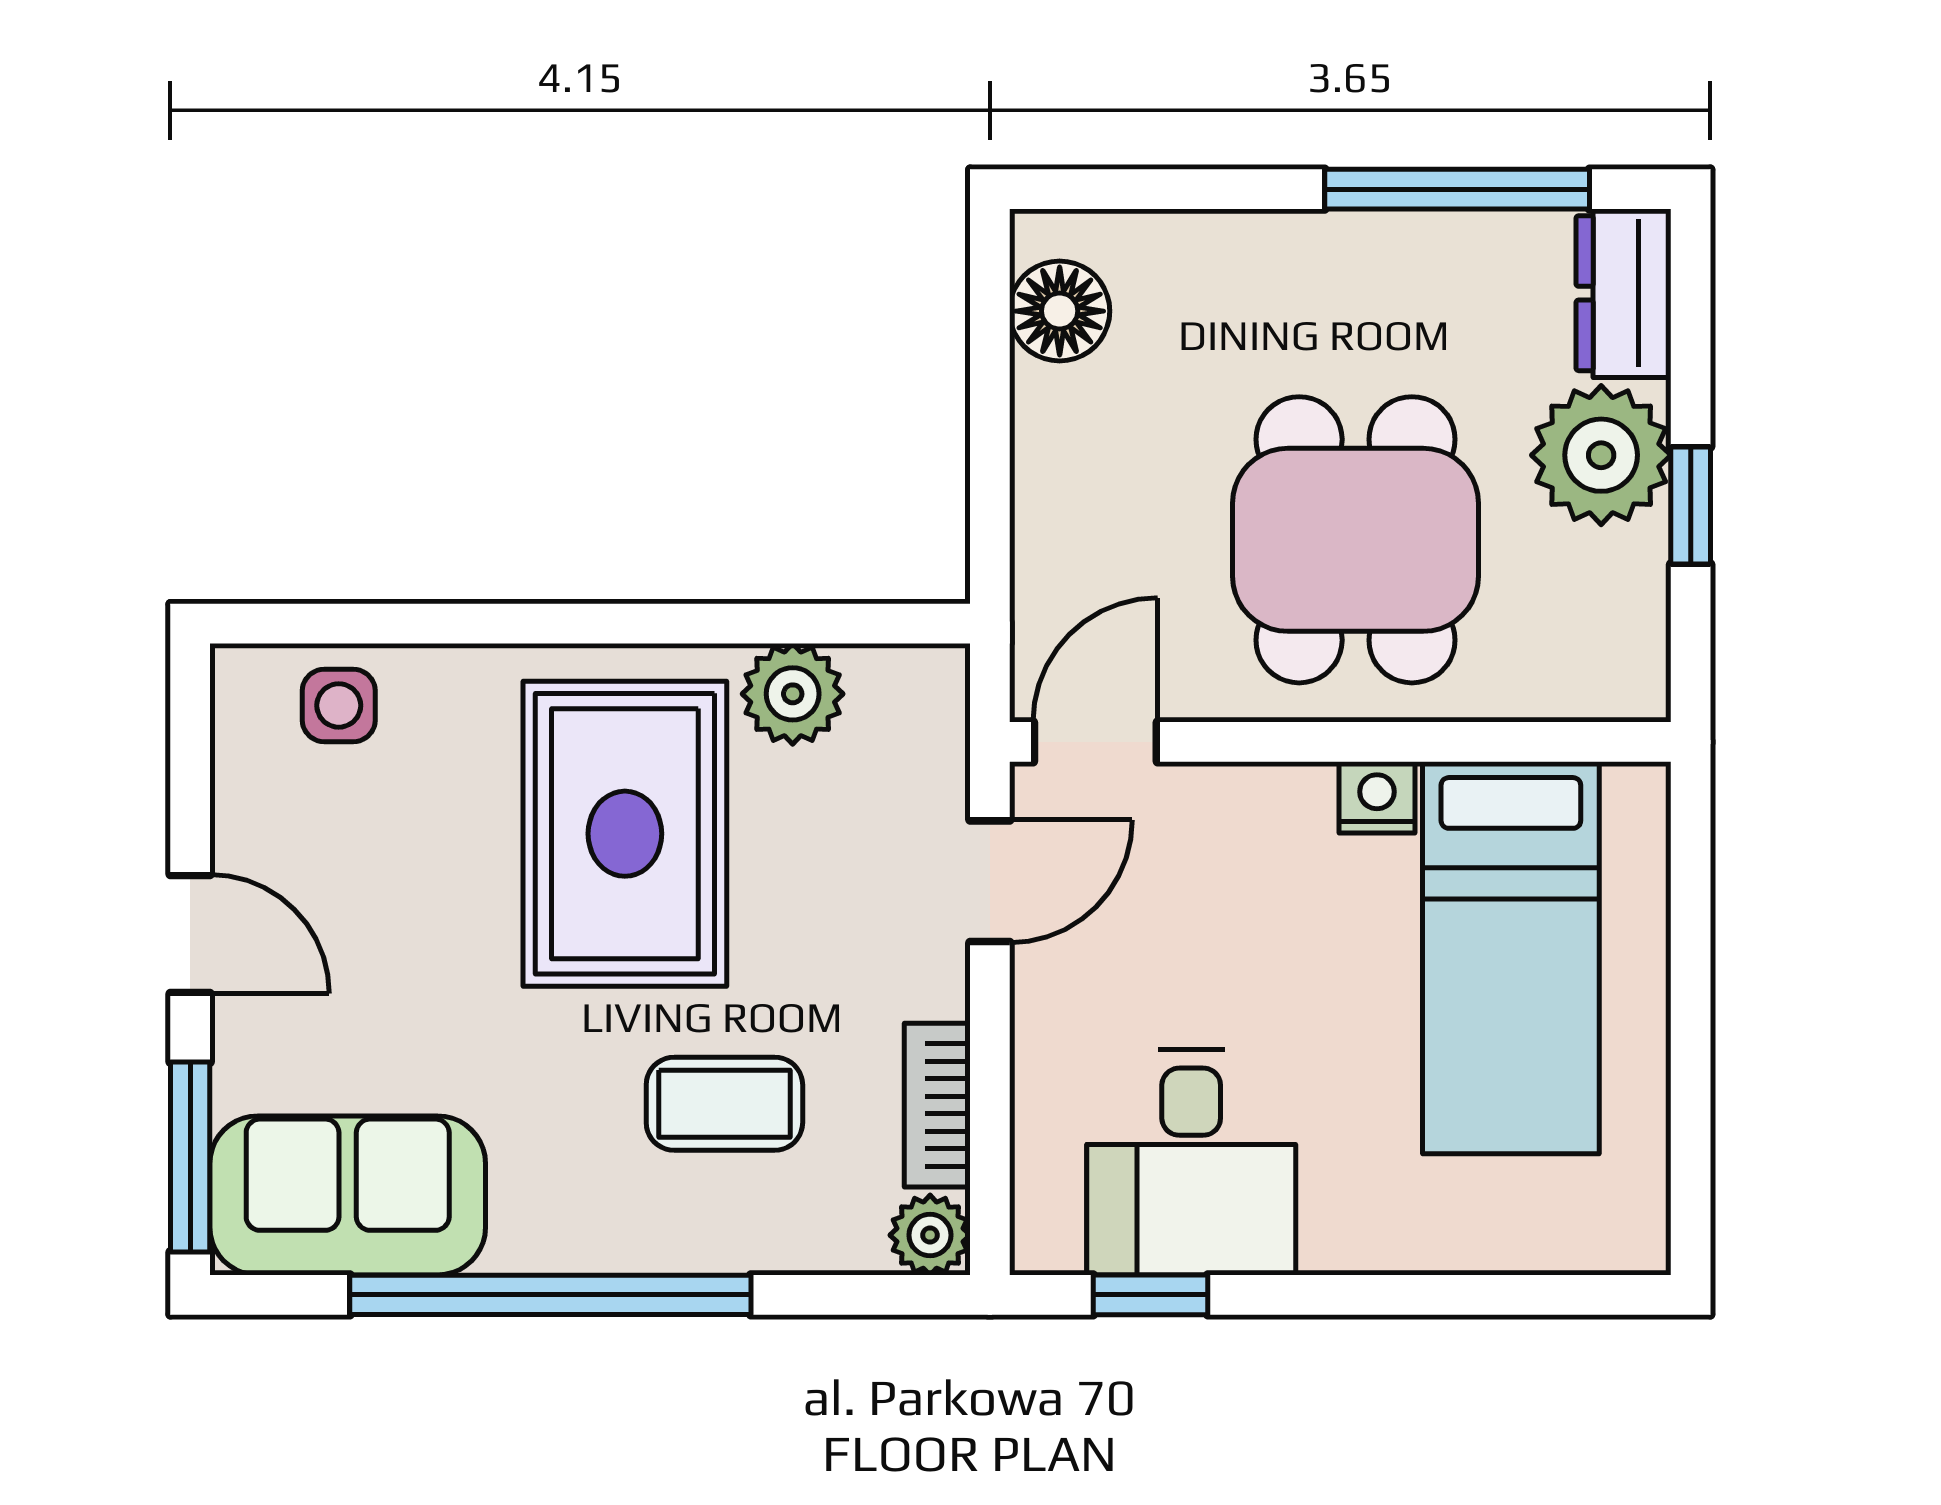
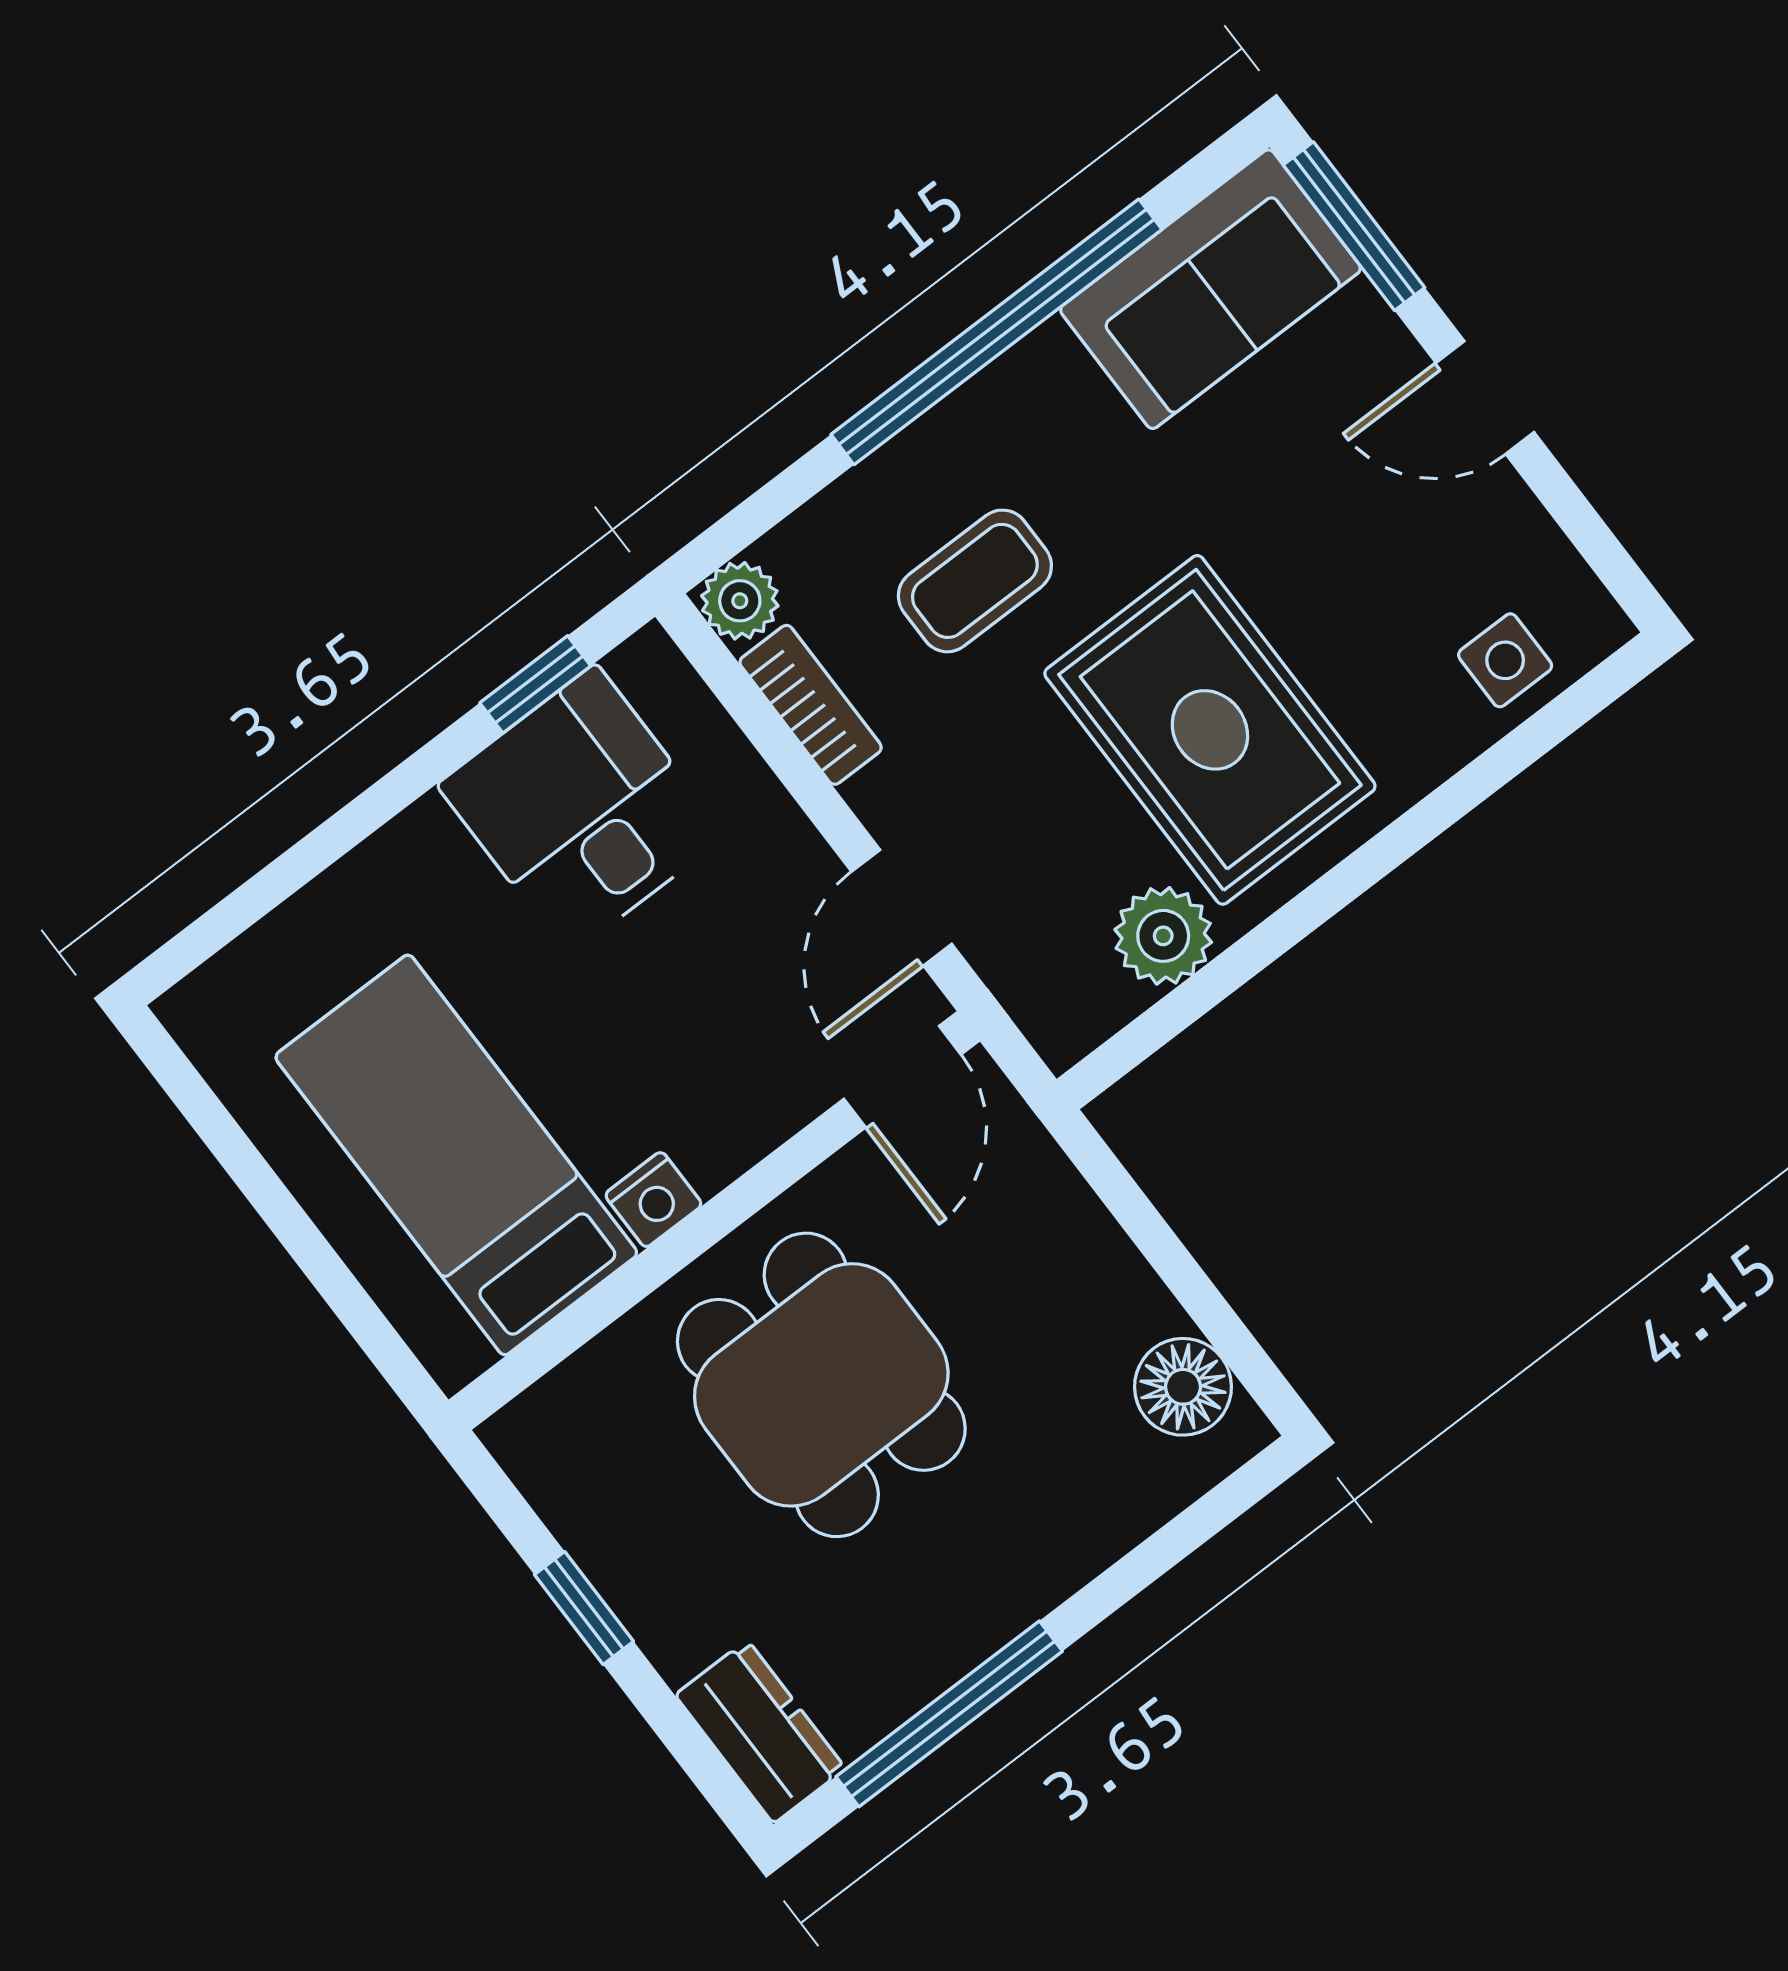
plant: (1601, 455) -> (682, 1594), removed

